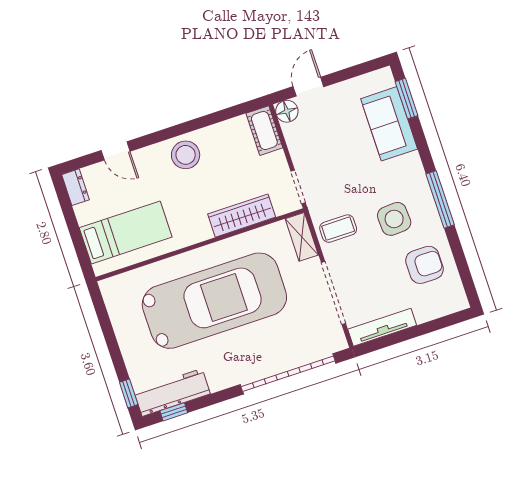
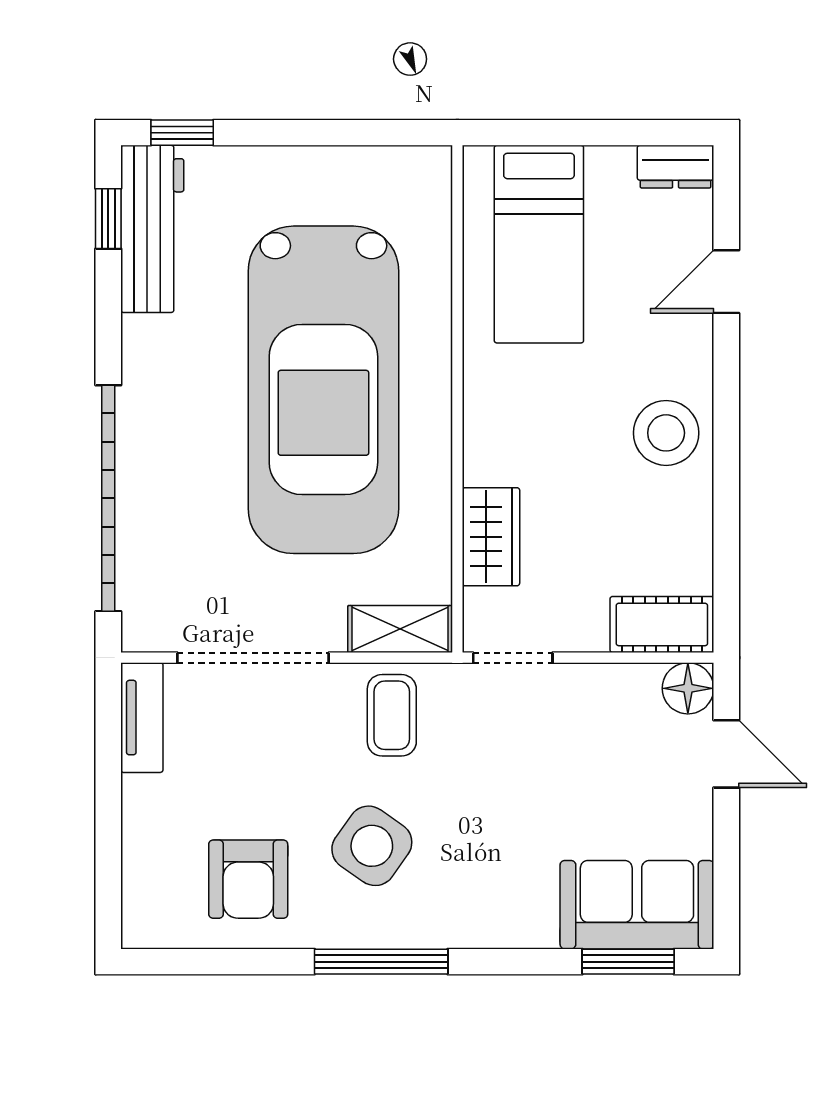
sofa: (389, 124) -> (637, 905), moved
wardrobe: (242, 216) -> (491, 537), width x0.67
side table: (394, 219) -> (372, 846), turned 38
tv unit: (382, 327) -> (142, 718), width x0.71

